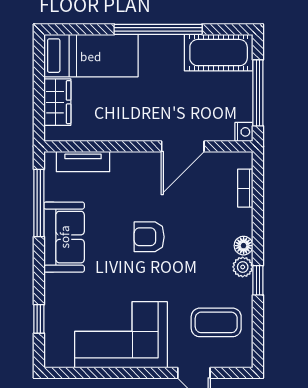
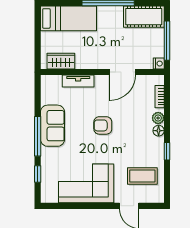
wardrobe: (57, 102) -> (61, 61), moved, turned -90
tv unit: (83, 162) -> (78, 81), moved
window: (39, 203) -> (38, 136), moved
plant: (243, 267) -> (158, 118), moved

